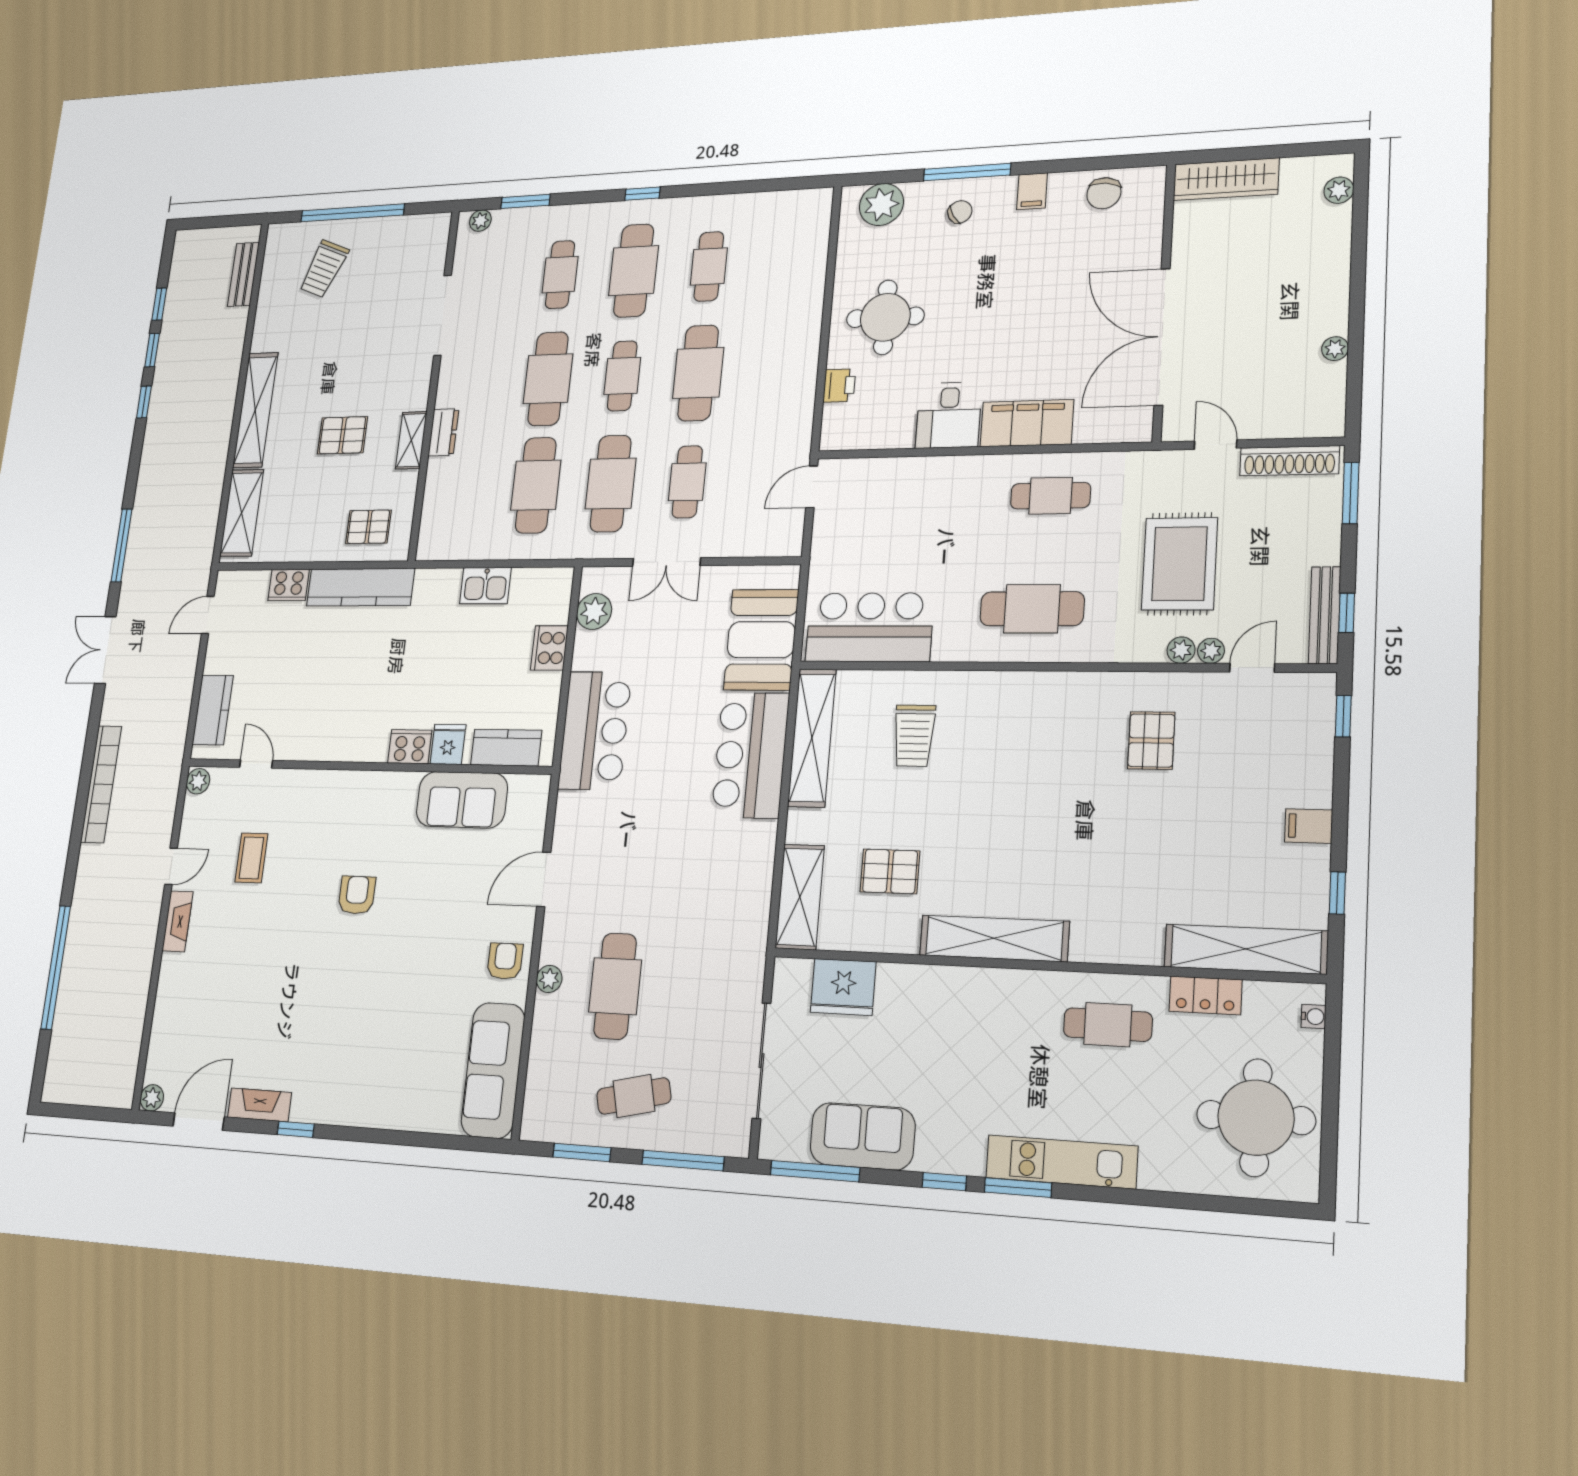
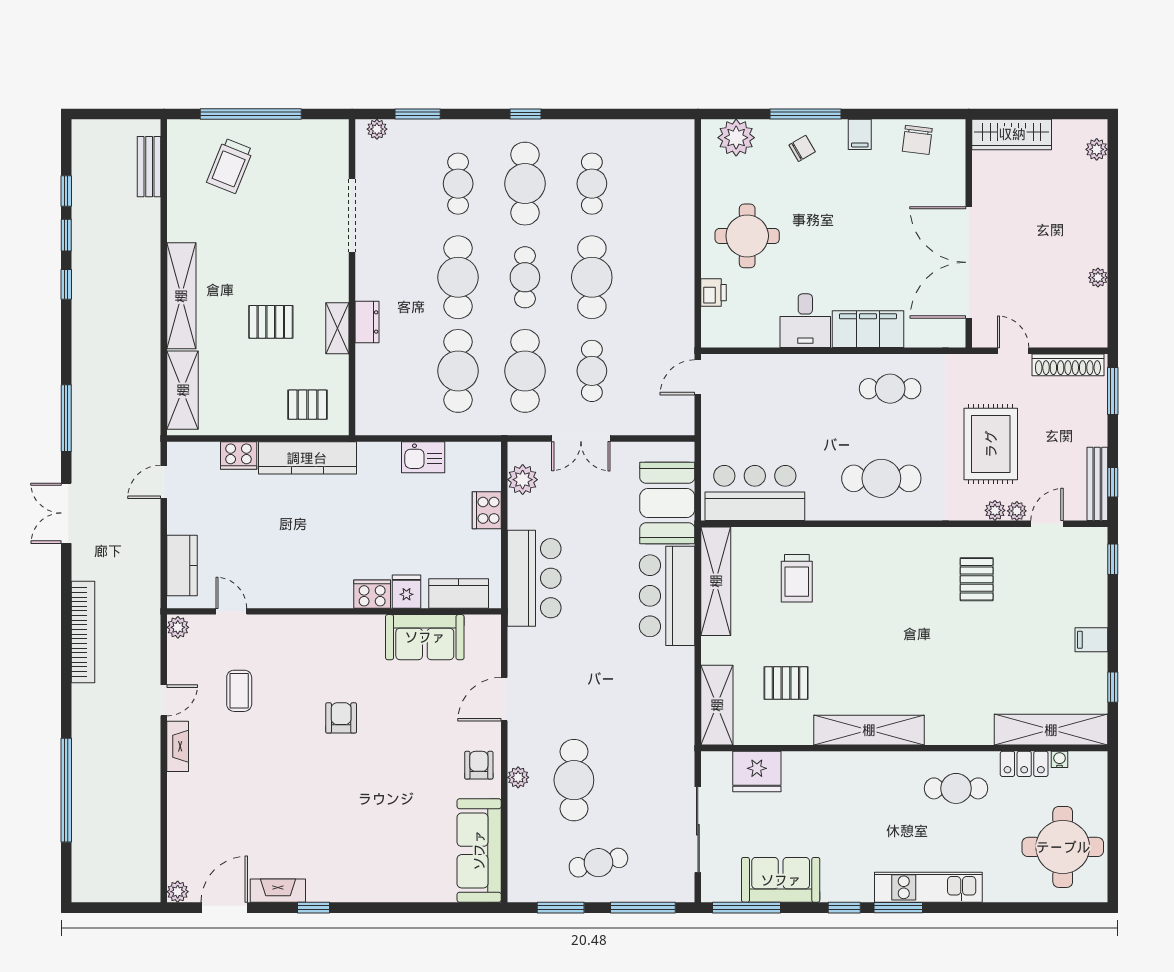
water cooler: (1314, 1016) -> (1060, 759), moved, turned -90

